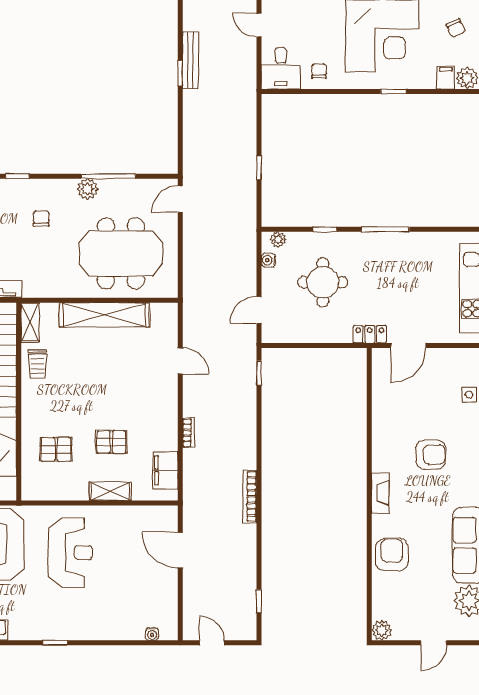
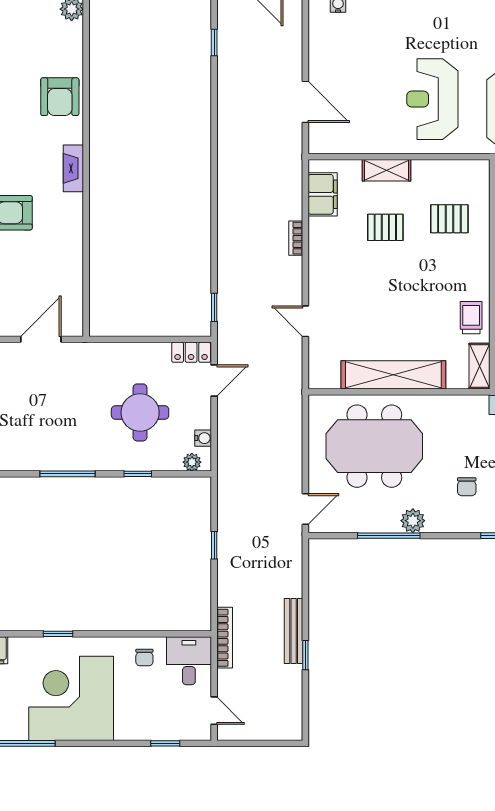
bench: (190, 60) -> (294, 631), moved
locker: (370, 334) -> (191, 352), moved
bookcase: (250, 496) -> (225, 638), moved

